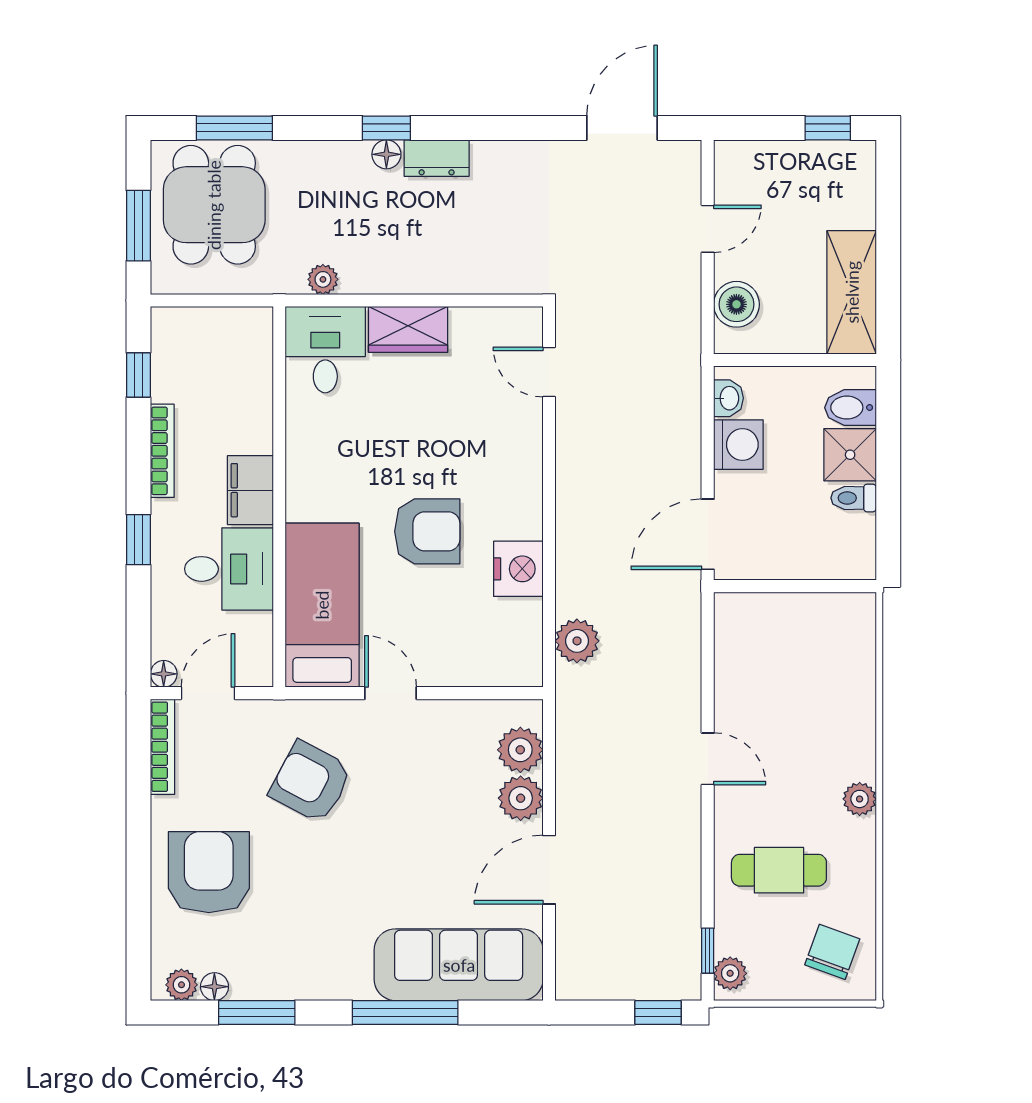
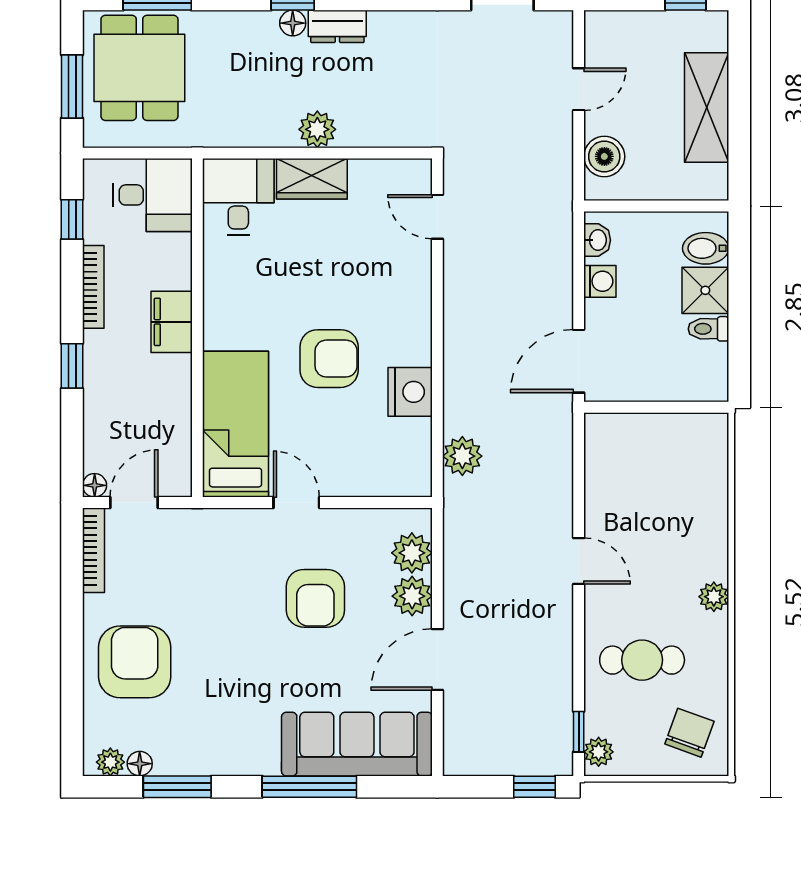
plant: (323, 279) -> (317, 129), moved, width x1.38, depth x1.38
shelving: (852, 292) -> (707, 108), moved
washing machine: (738, 445) -> (600, 281), width x0.73, depth x0.73
desk: (229, 569) -> (153, 195), moved
armchair: (311, 782) -> (315, 598), moved, turned -118

